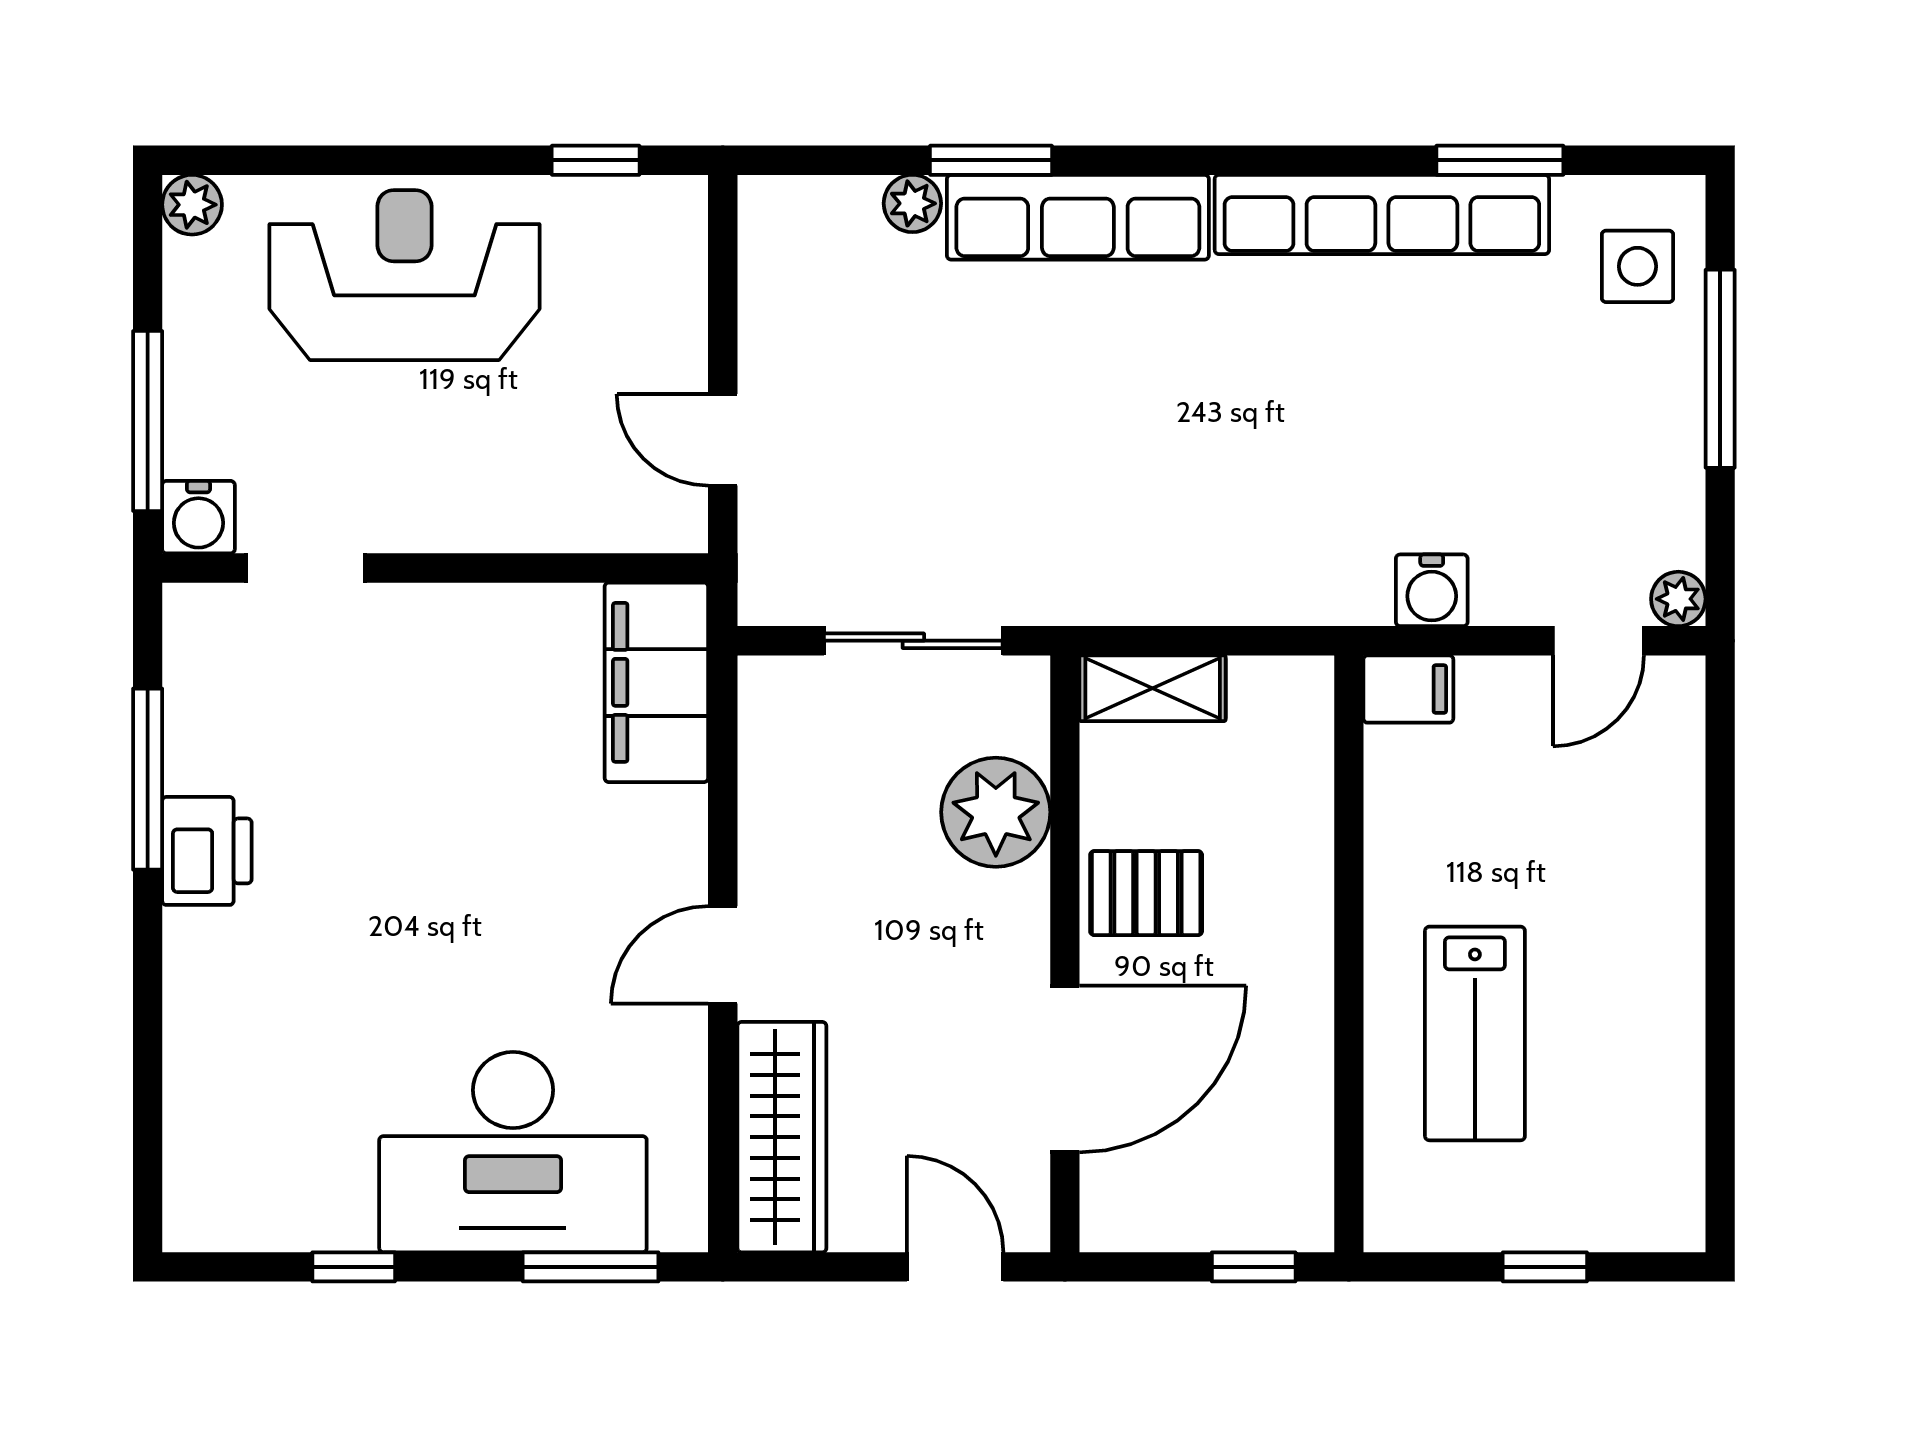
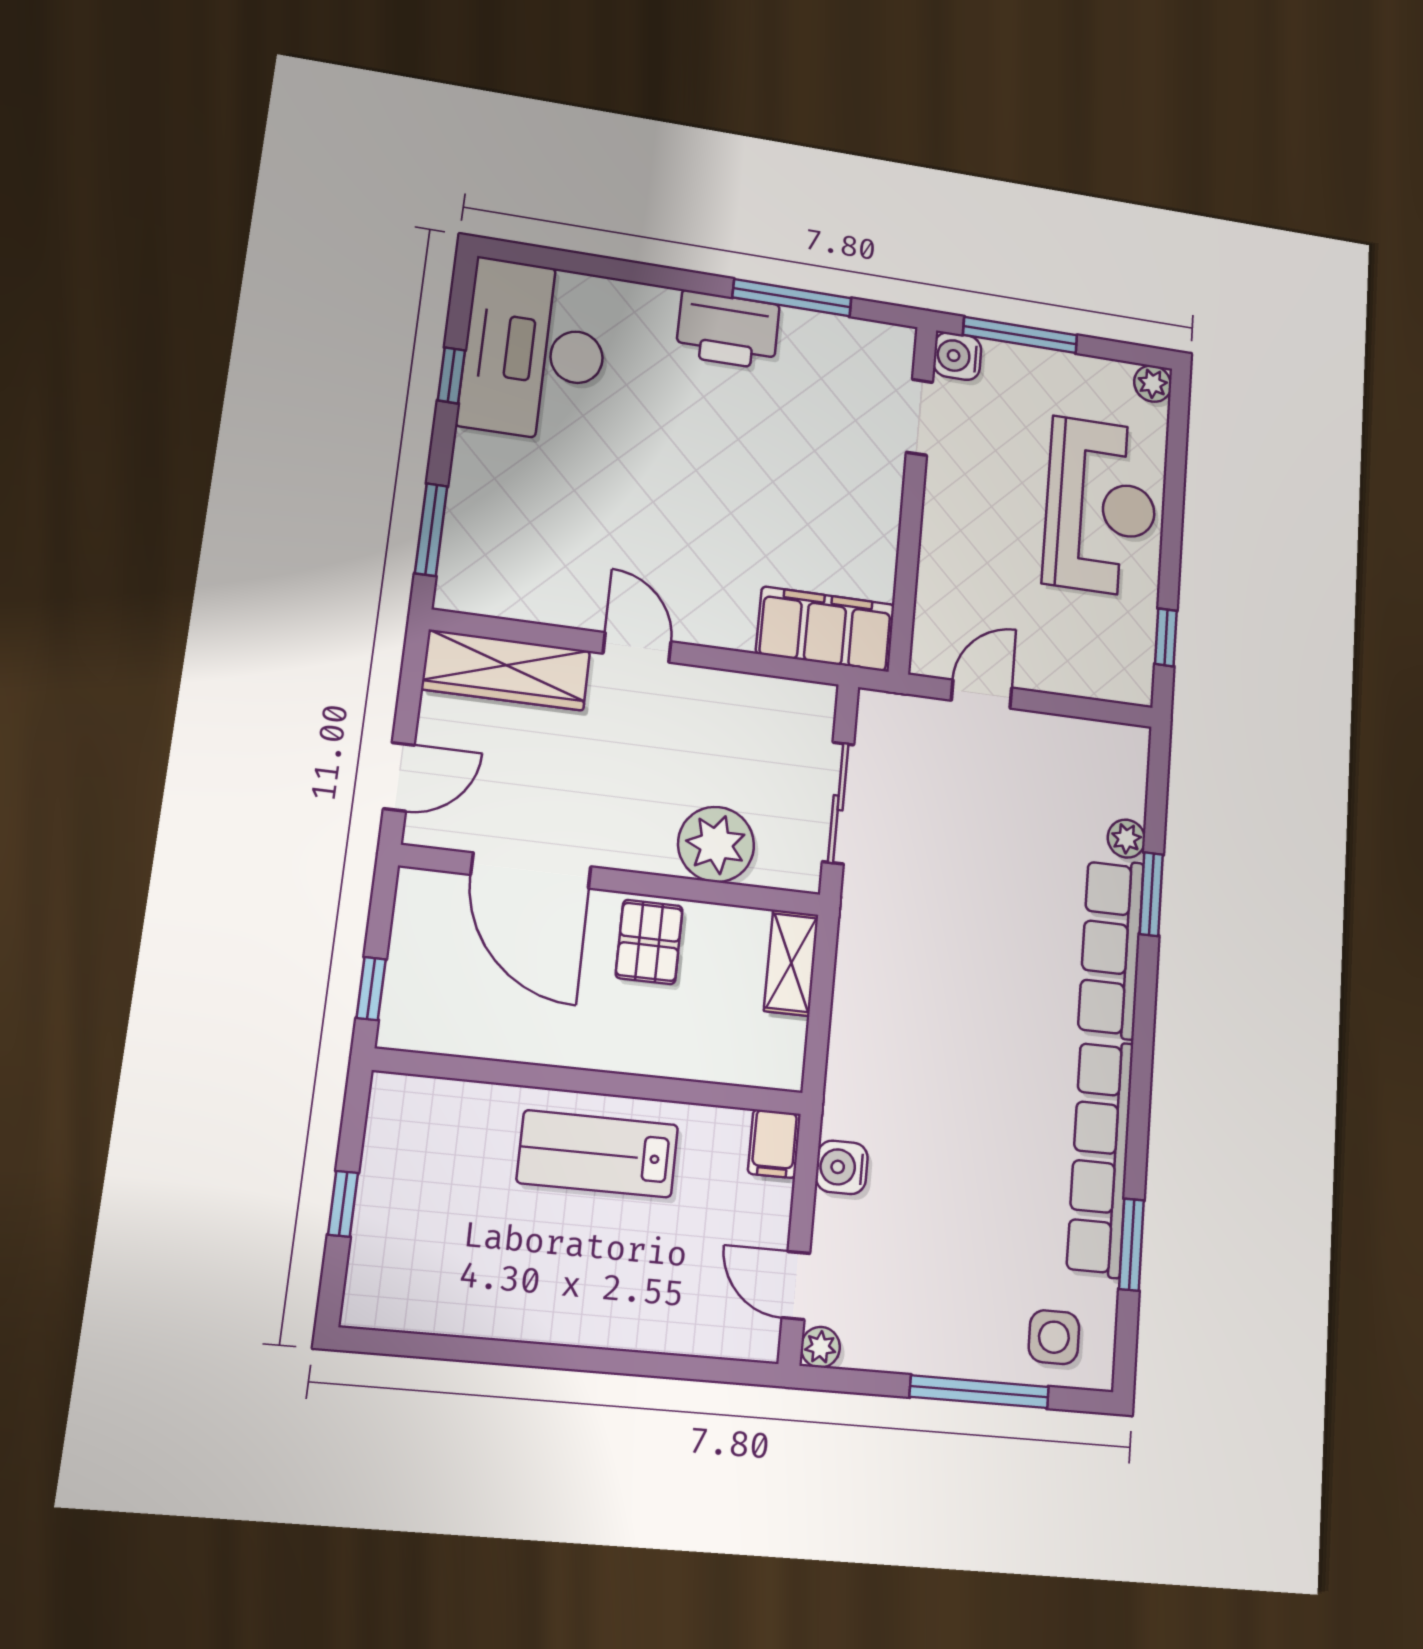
printer: (207, 851) -> (728, 330), width x1.37, depth x1.19
lab bench: (1475, 1033) -> (598, 1154), moved
desk: (513, 1152) -> (534, 351), moved

